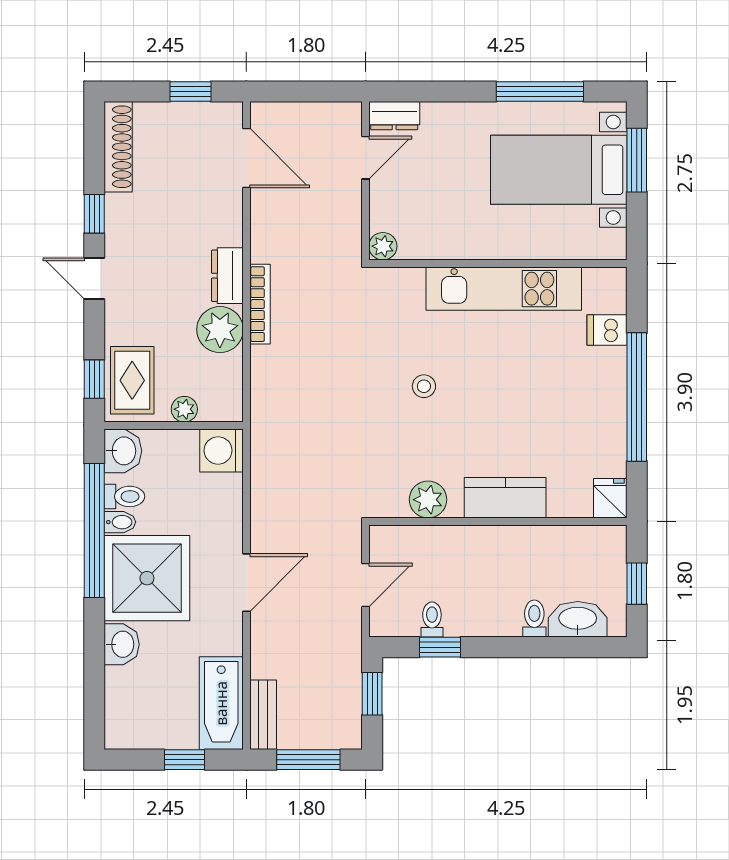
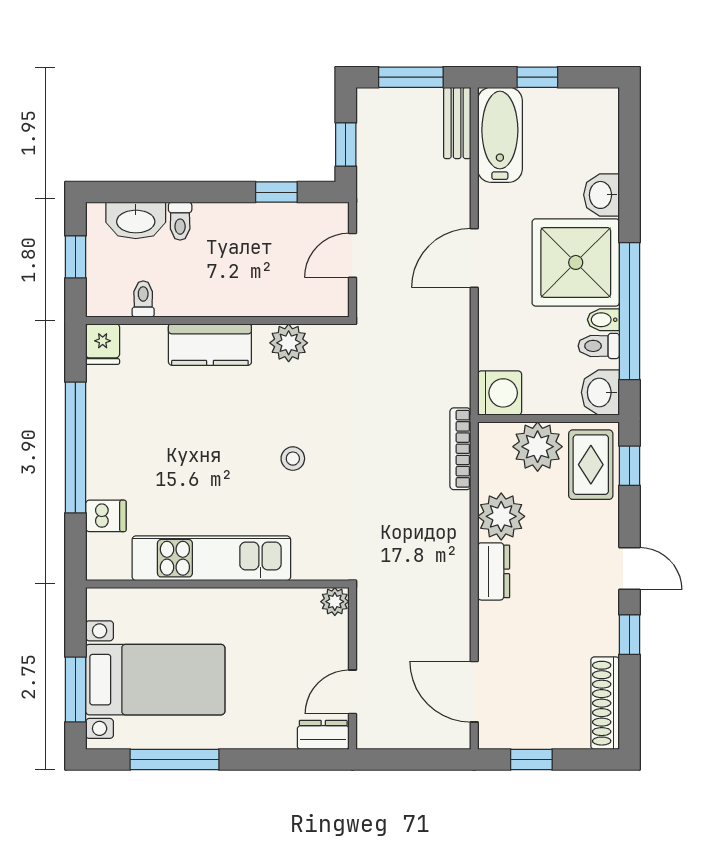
bookcase: (260, 304) -> (460, 449), moved
plant: (184, 409) -> (538, 447), width x1.88, depth x1.88
toilet: (432, 620) -> (143, 299), moved, turned 180

